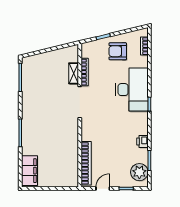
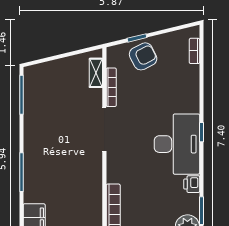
armchair: (118, 51) -> (143, 56), moved, turned 153
shelving: (74, 73) -> (96, 73), moved
desk: (132, 90) -> (177, 144), moved

